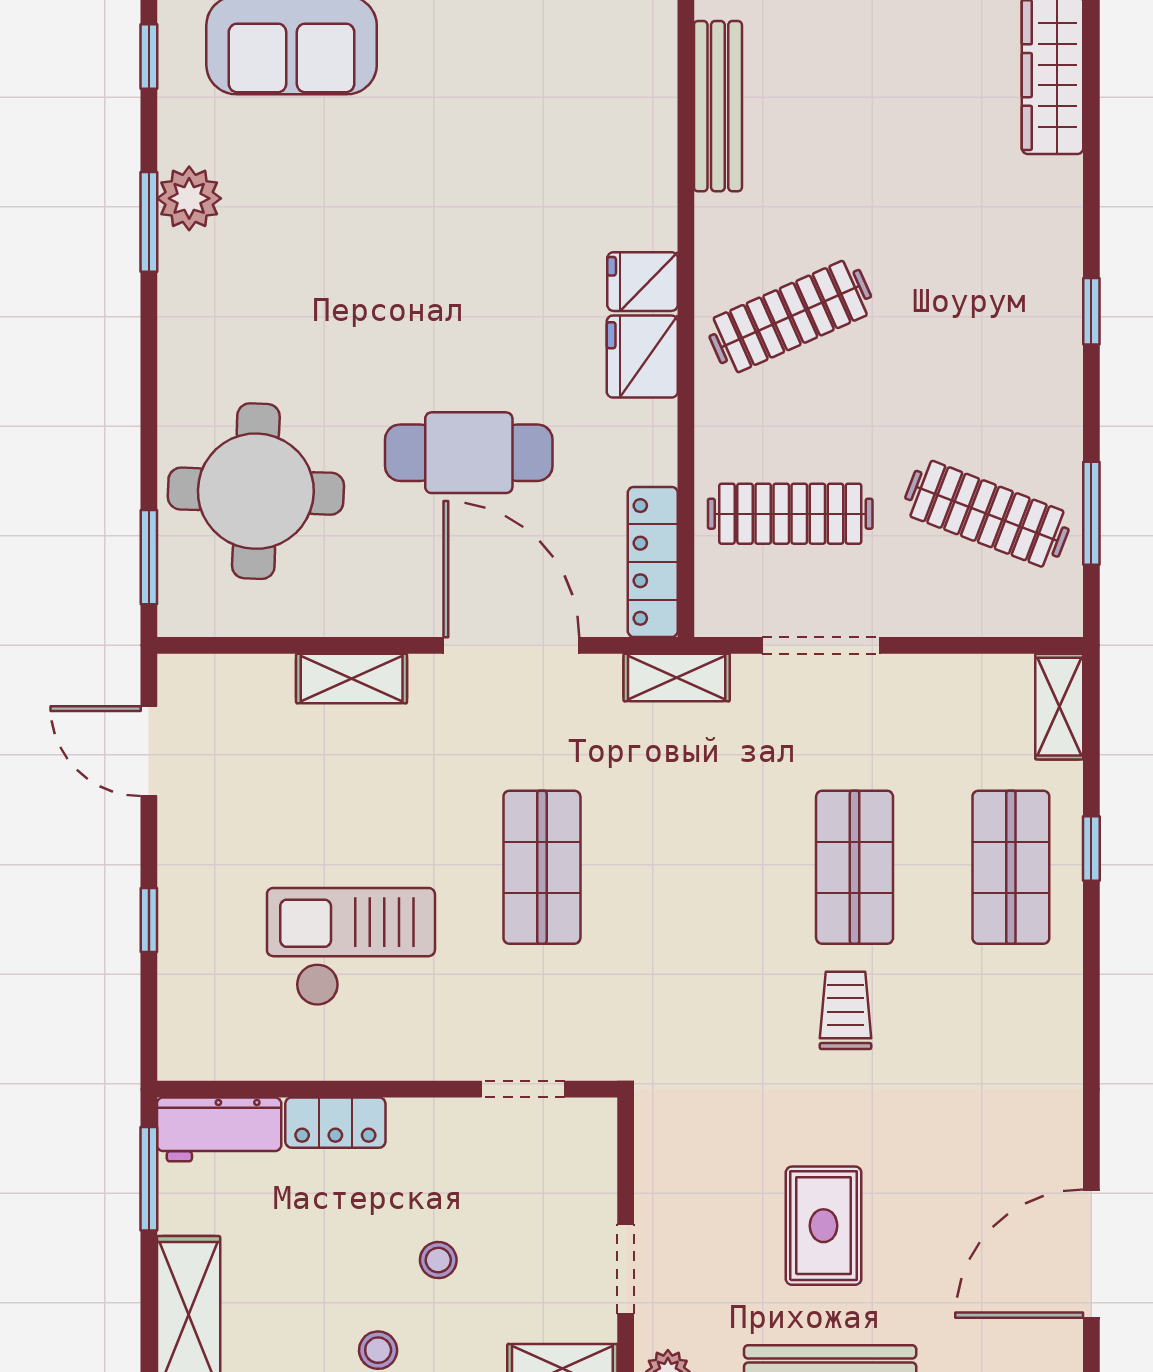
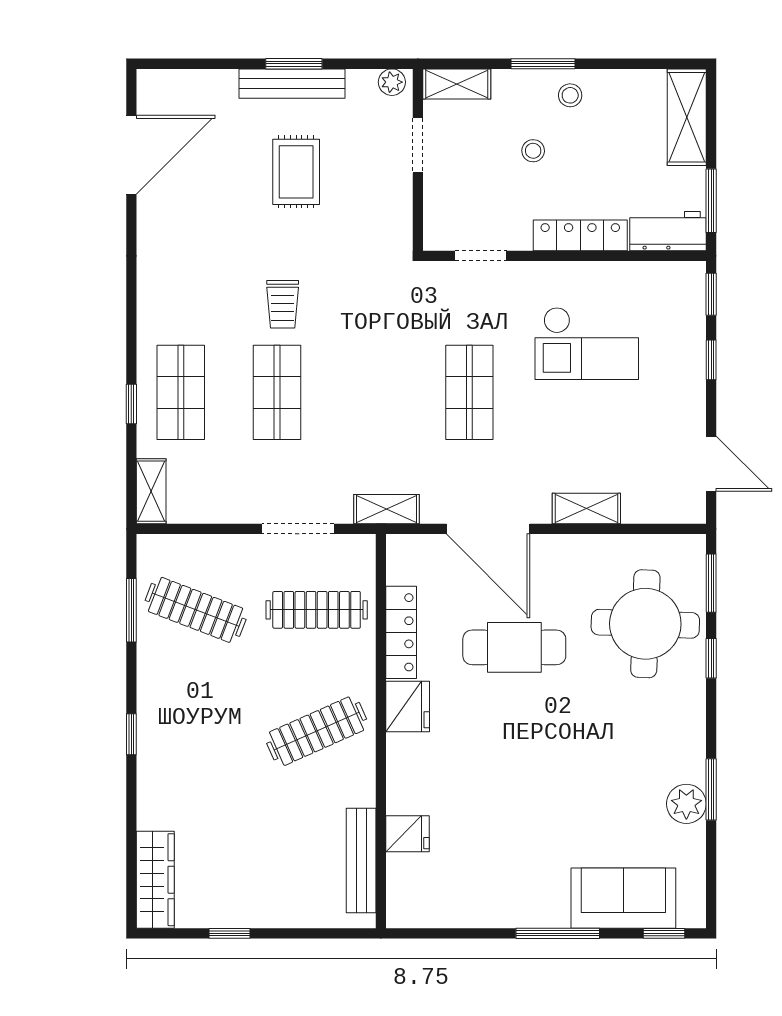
window: (149, 57) -> (711, 658), moved
fridge: (642, 282) -> (407, 834), moved
locker: (653, 562) -> (401, 632), moved
window: (149, 1027) -> (711, 294), added
locker: (335, 1123) -> (580, 235), width x1.53

